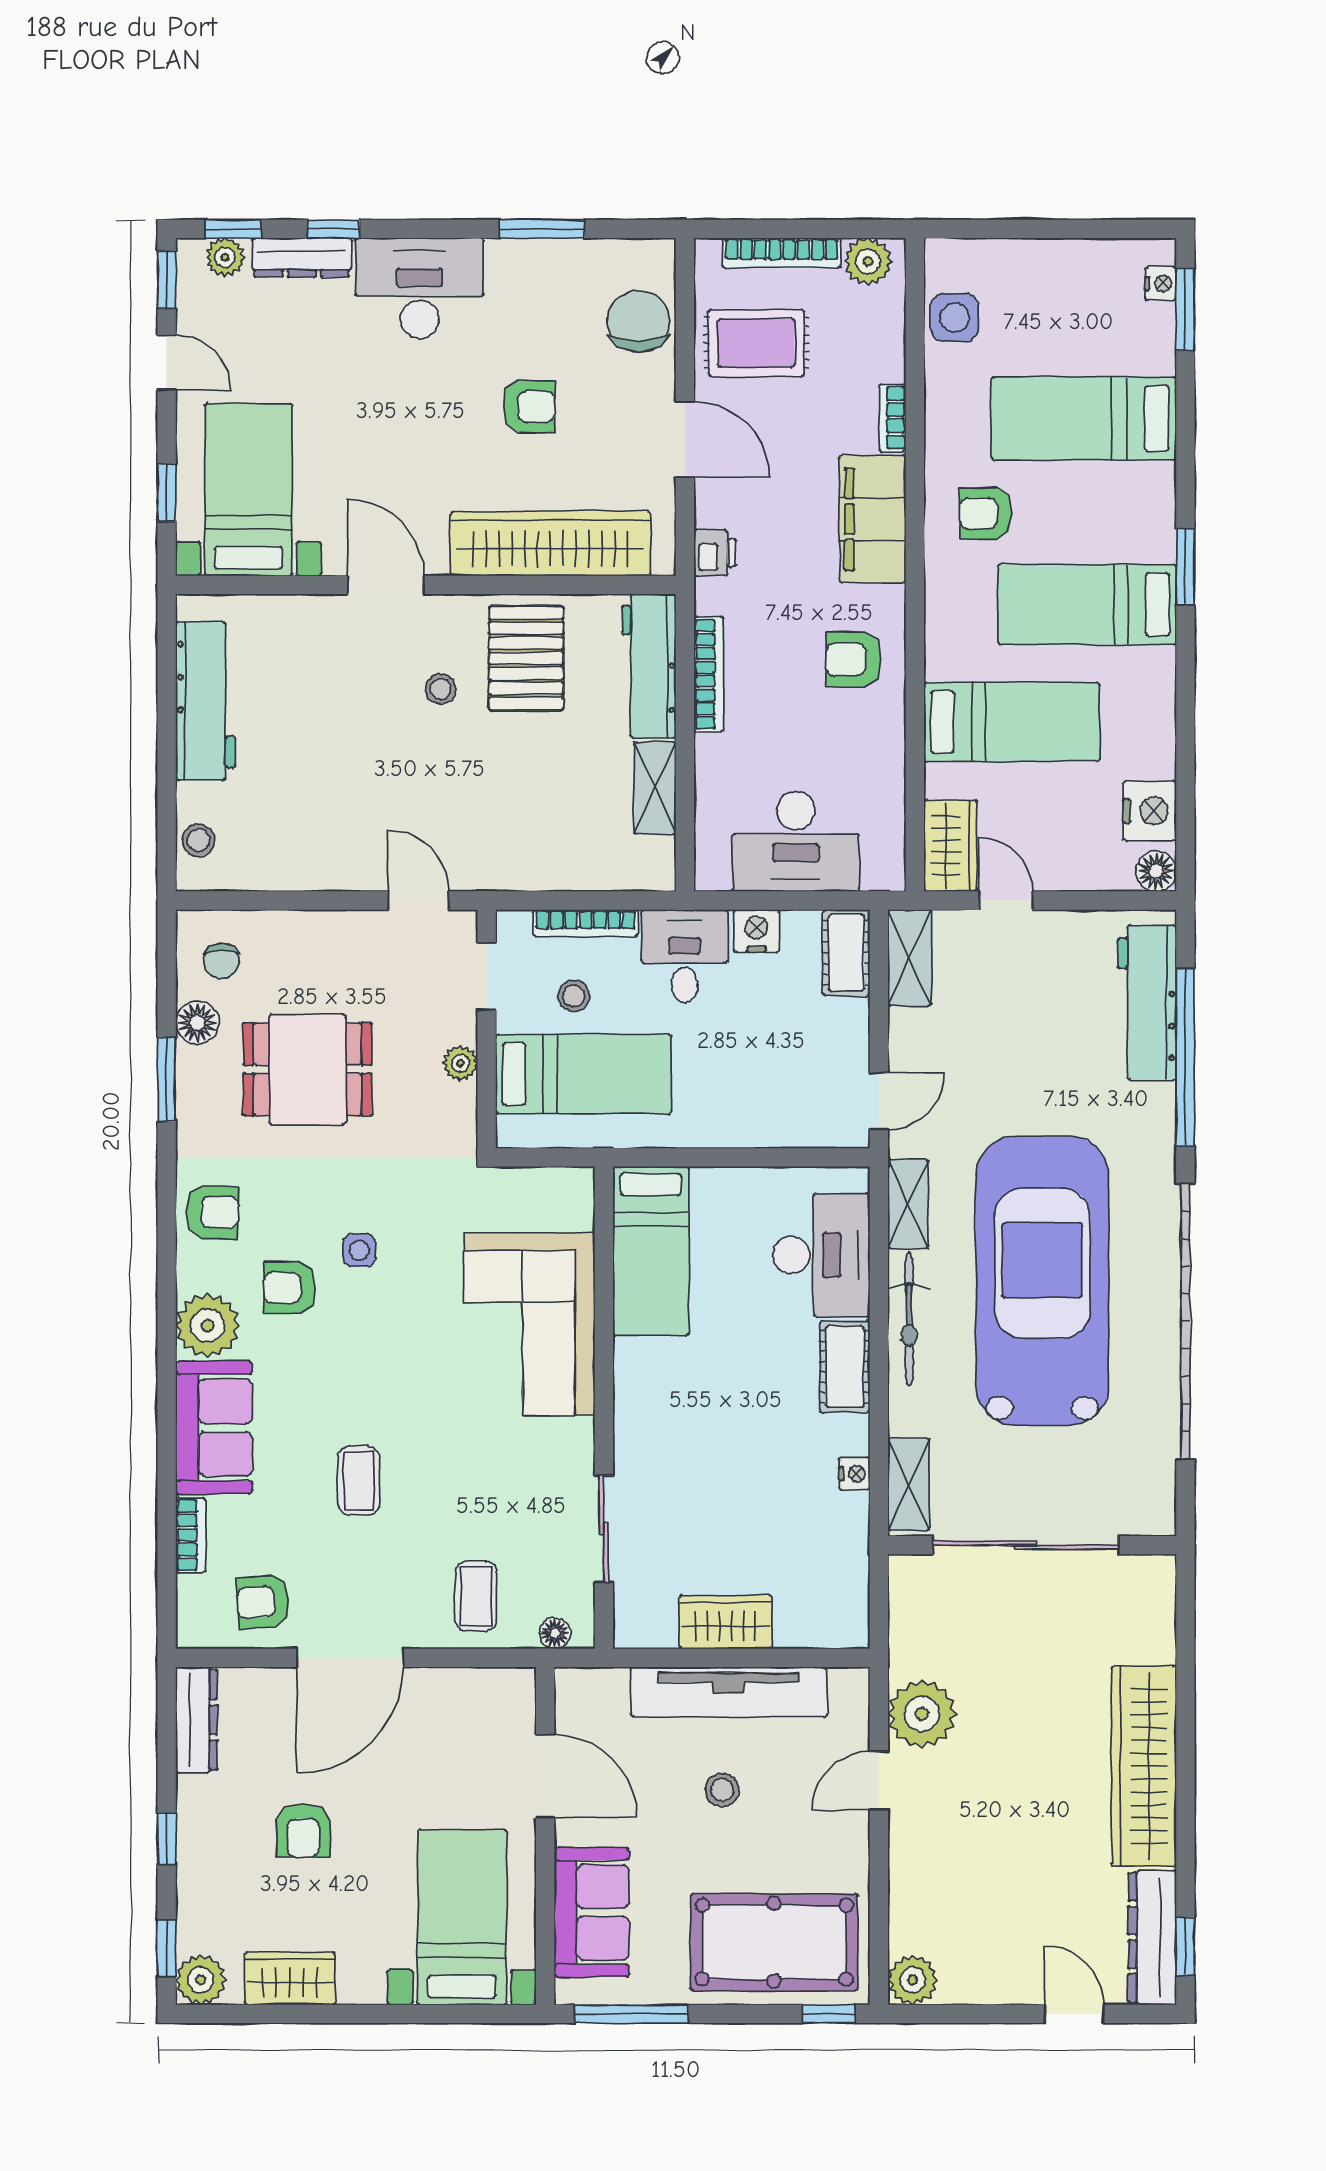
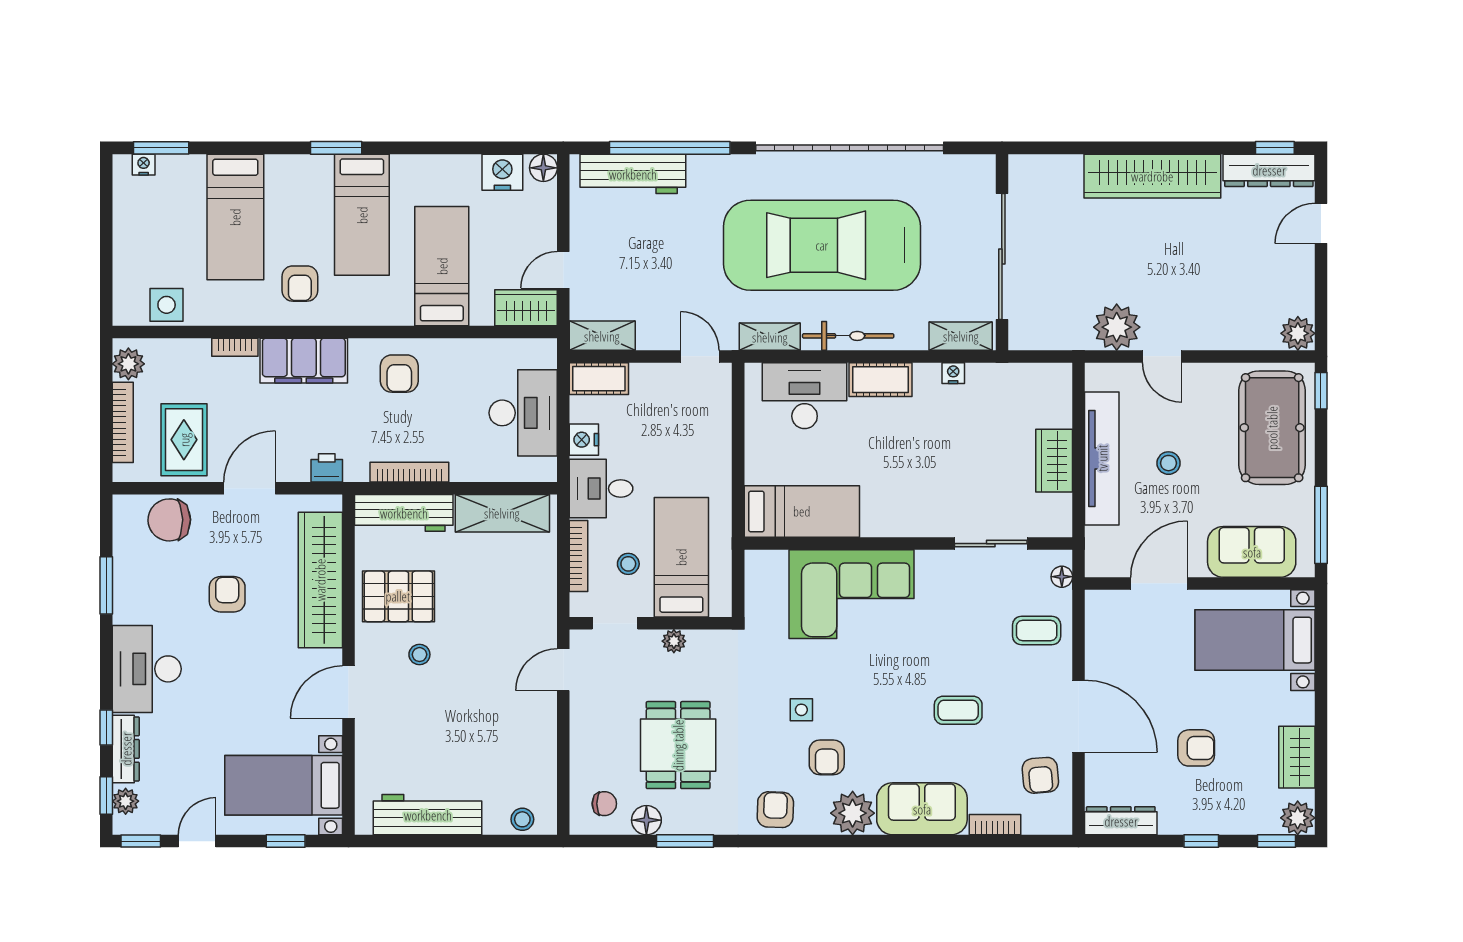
shelving: (655, 788) -> (502, 513), width x1.50, depth x1.33

